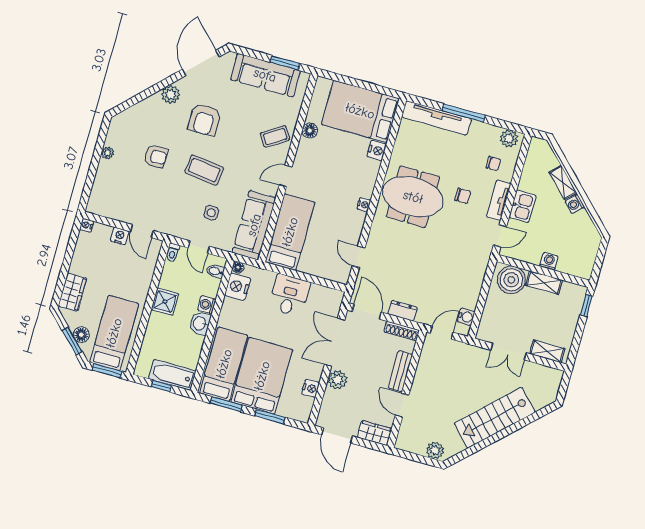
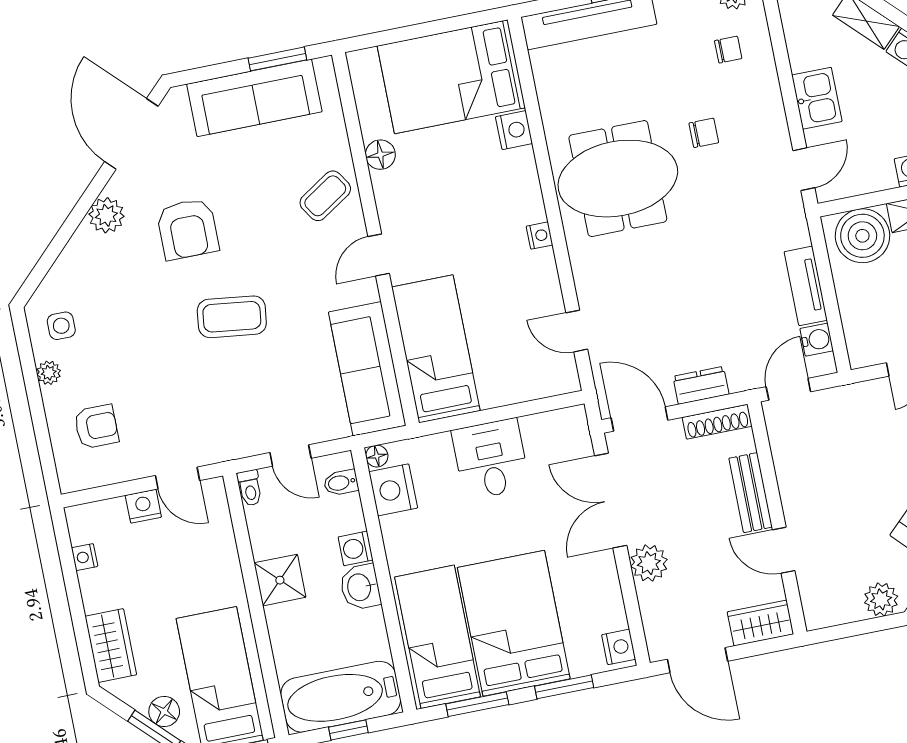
armchair: (156, 156) -> (96, 427), moved
tv unit: (499, 200) -> (806, 286), moved
side table: (211, 213) -> (61, 326), moved
nightstand: (87, 225) -> (85, 557), moved
bathtub: (172, 375) -> (341, 697), width x1.36, depth x1.36
nightstand: (311, 388) -> (619, 647), moved

